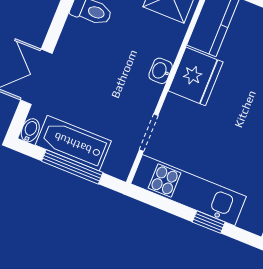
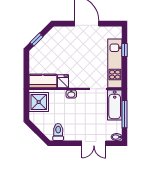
fridge: (196, 76) -> (63, 81), width x0.53, depth x0.75
bathtub: (73, 143) -> (115, 105), moved

